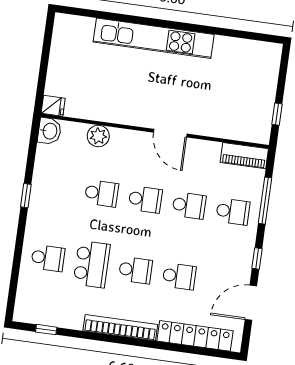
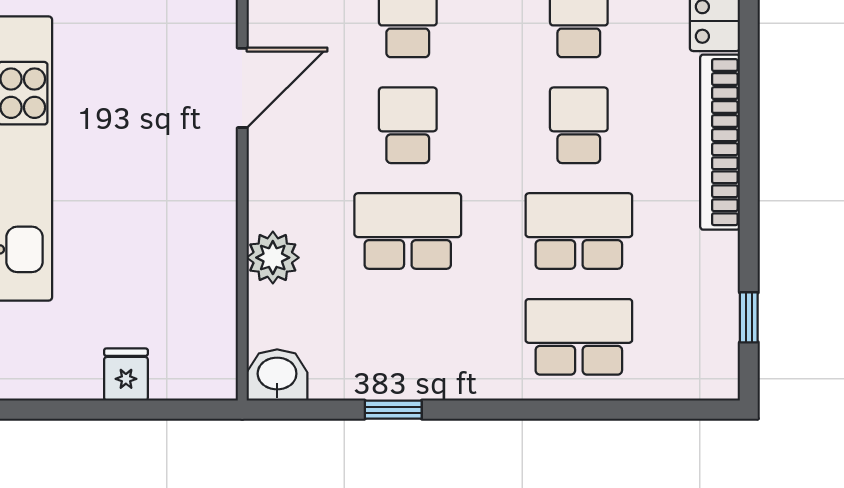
fridge: (53, 106) -> (126, 375), moved
school desk: (101, 193) -> (408, 231), width x1.85
window: (26, 196) -> (393, 410), moved
school desk: (48, 258) -> (579, 337), width x1.85

